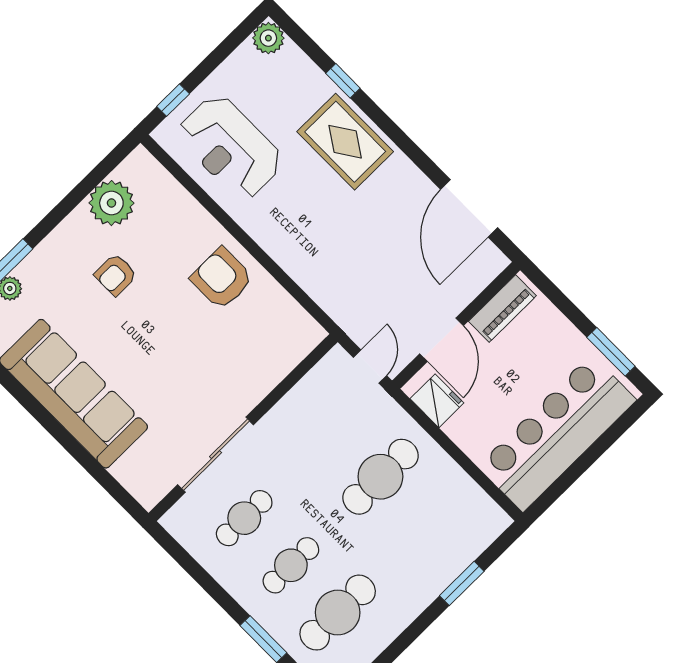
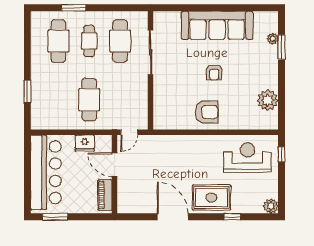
door: (469, 208) -> (173, 217), moved
armchair: (116, 275) -> (214, 72), moved, turned 180
door: (370, 366) -> (129, 132), hinge flipped
fridge: (437, 401) -> (85, 143), moved
cafe table: (244, 518) -> (120, 41), width x1.37, depth x1.35

